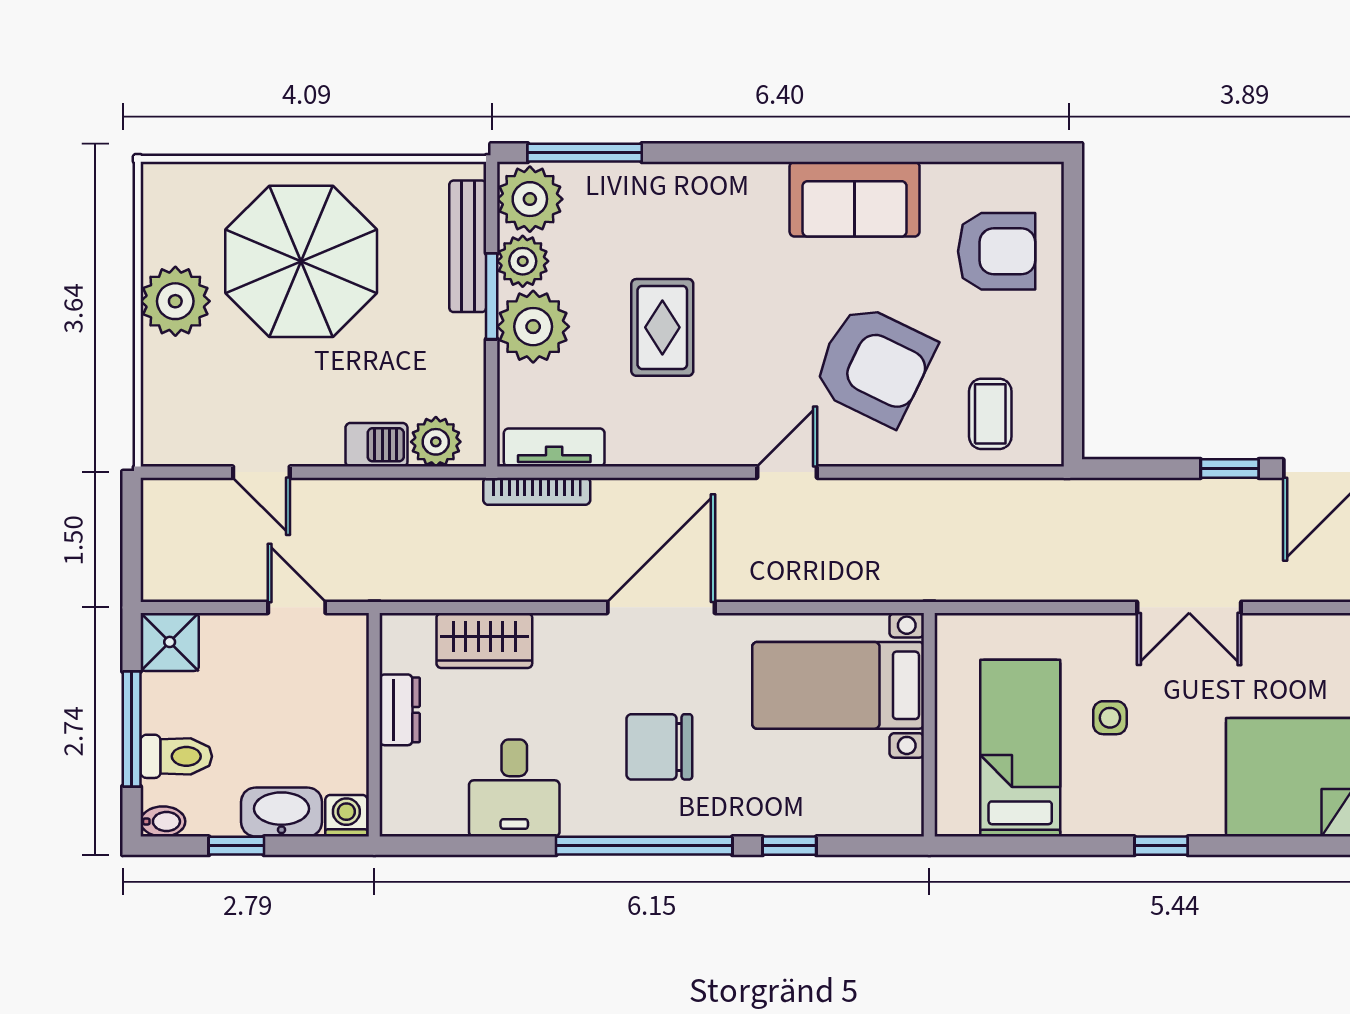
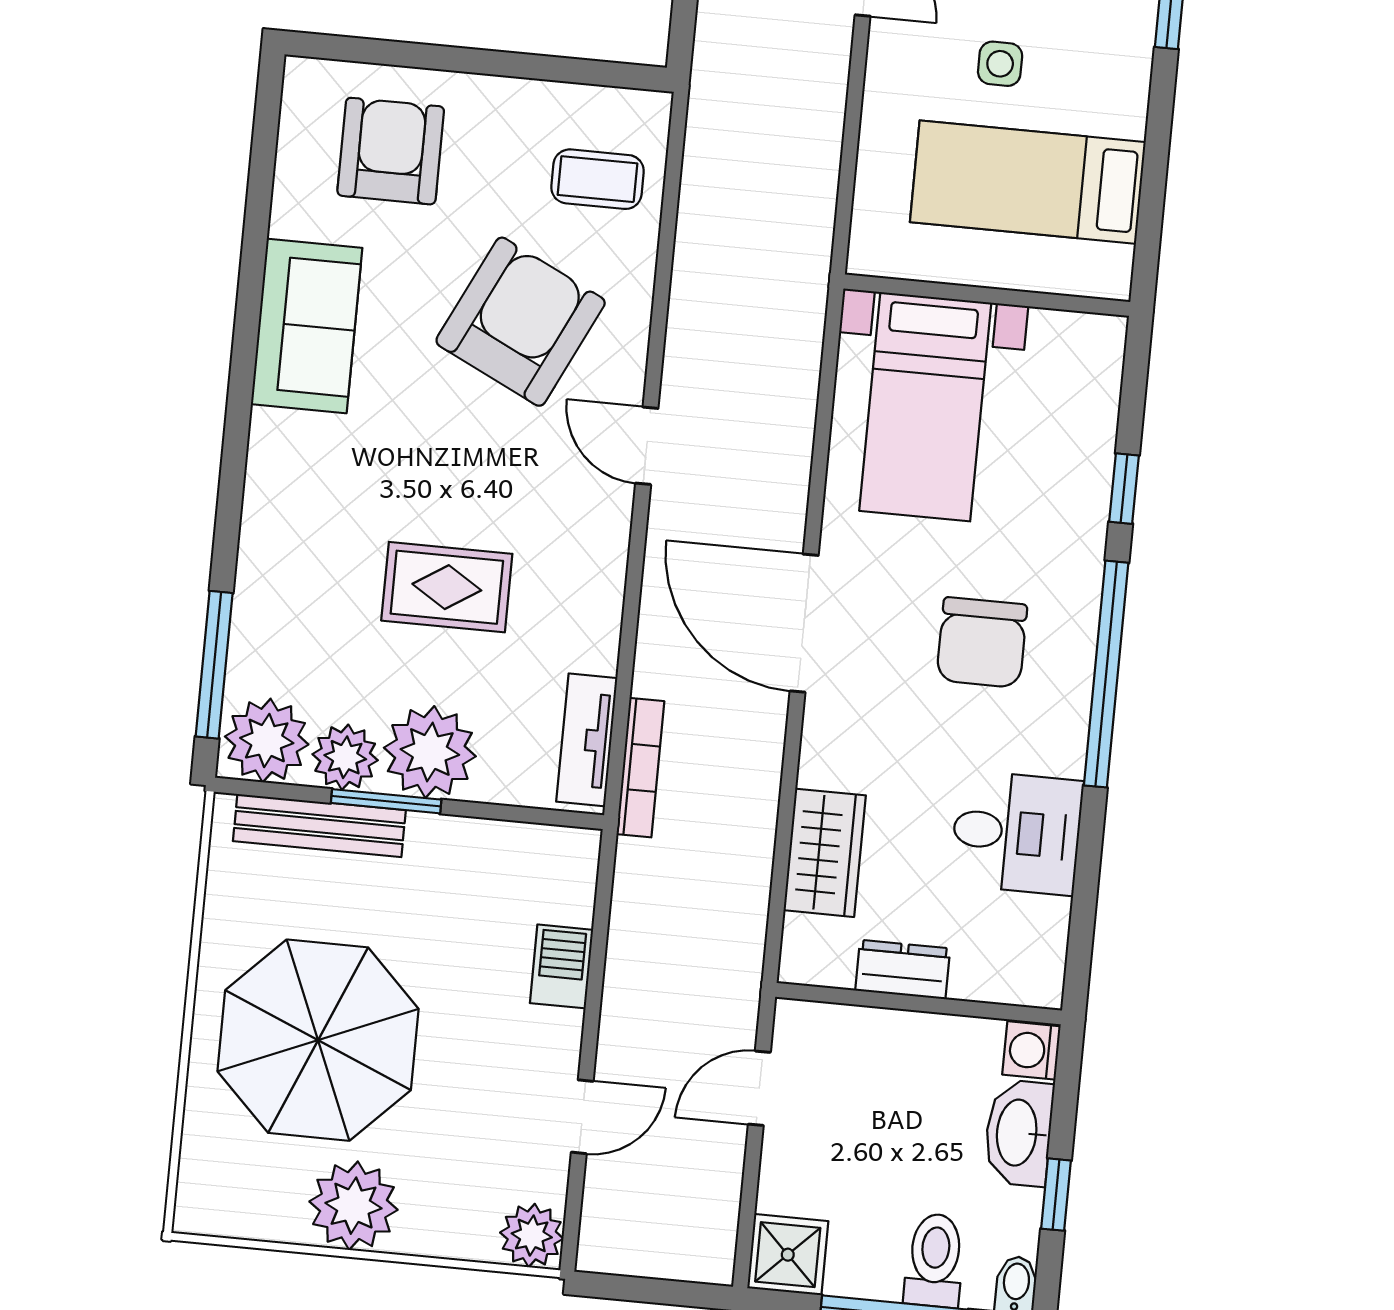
plant: (436, 442) -> (532, 1235), moved

